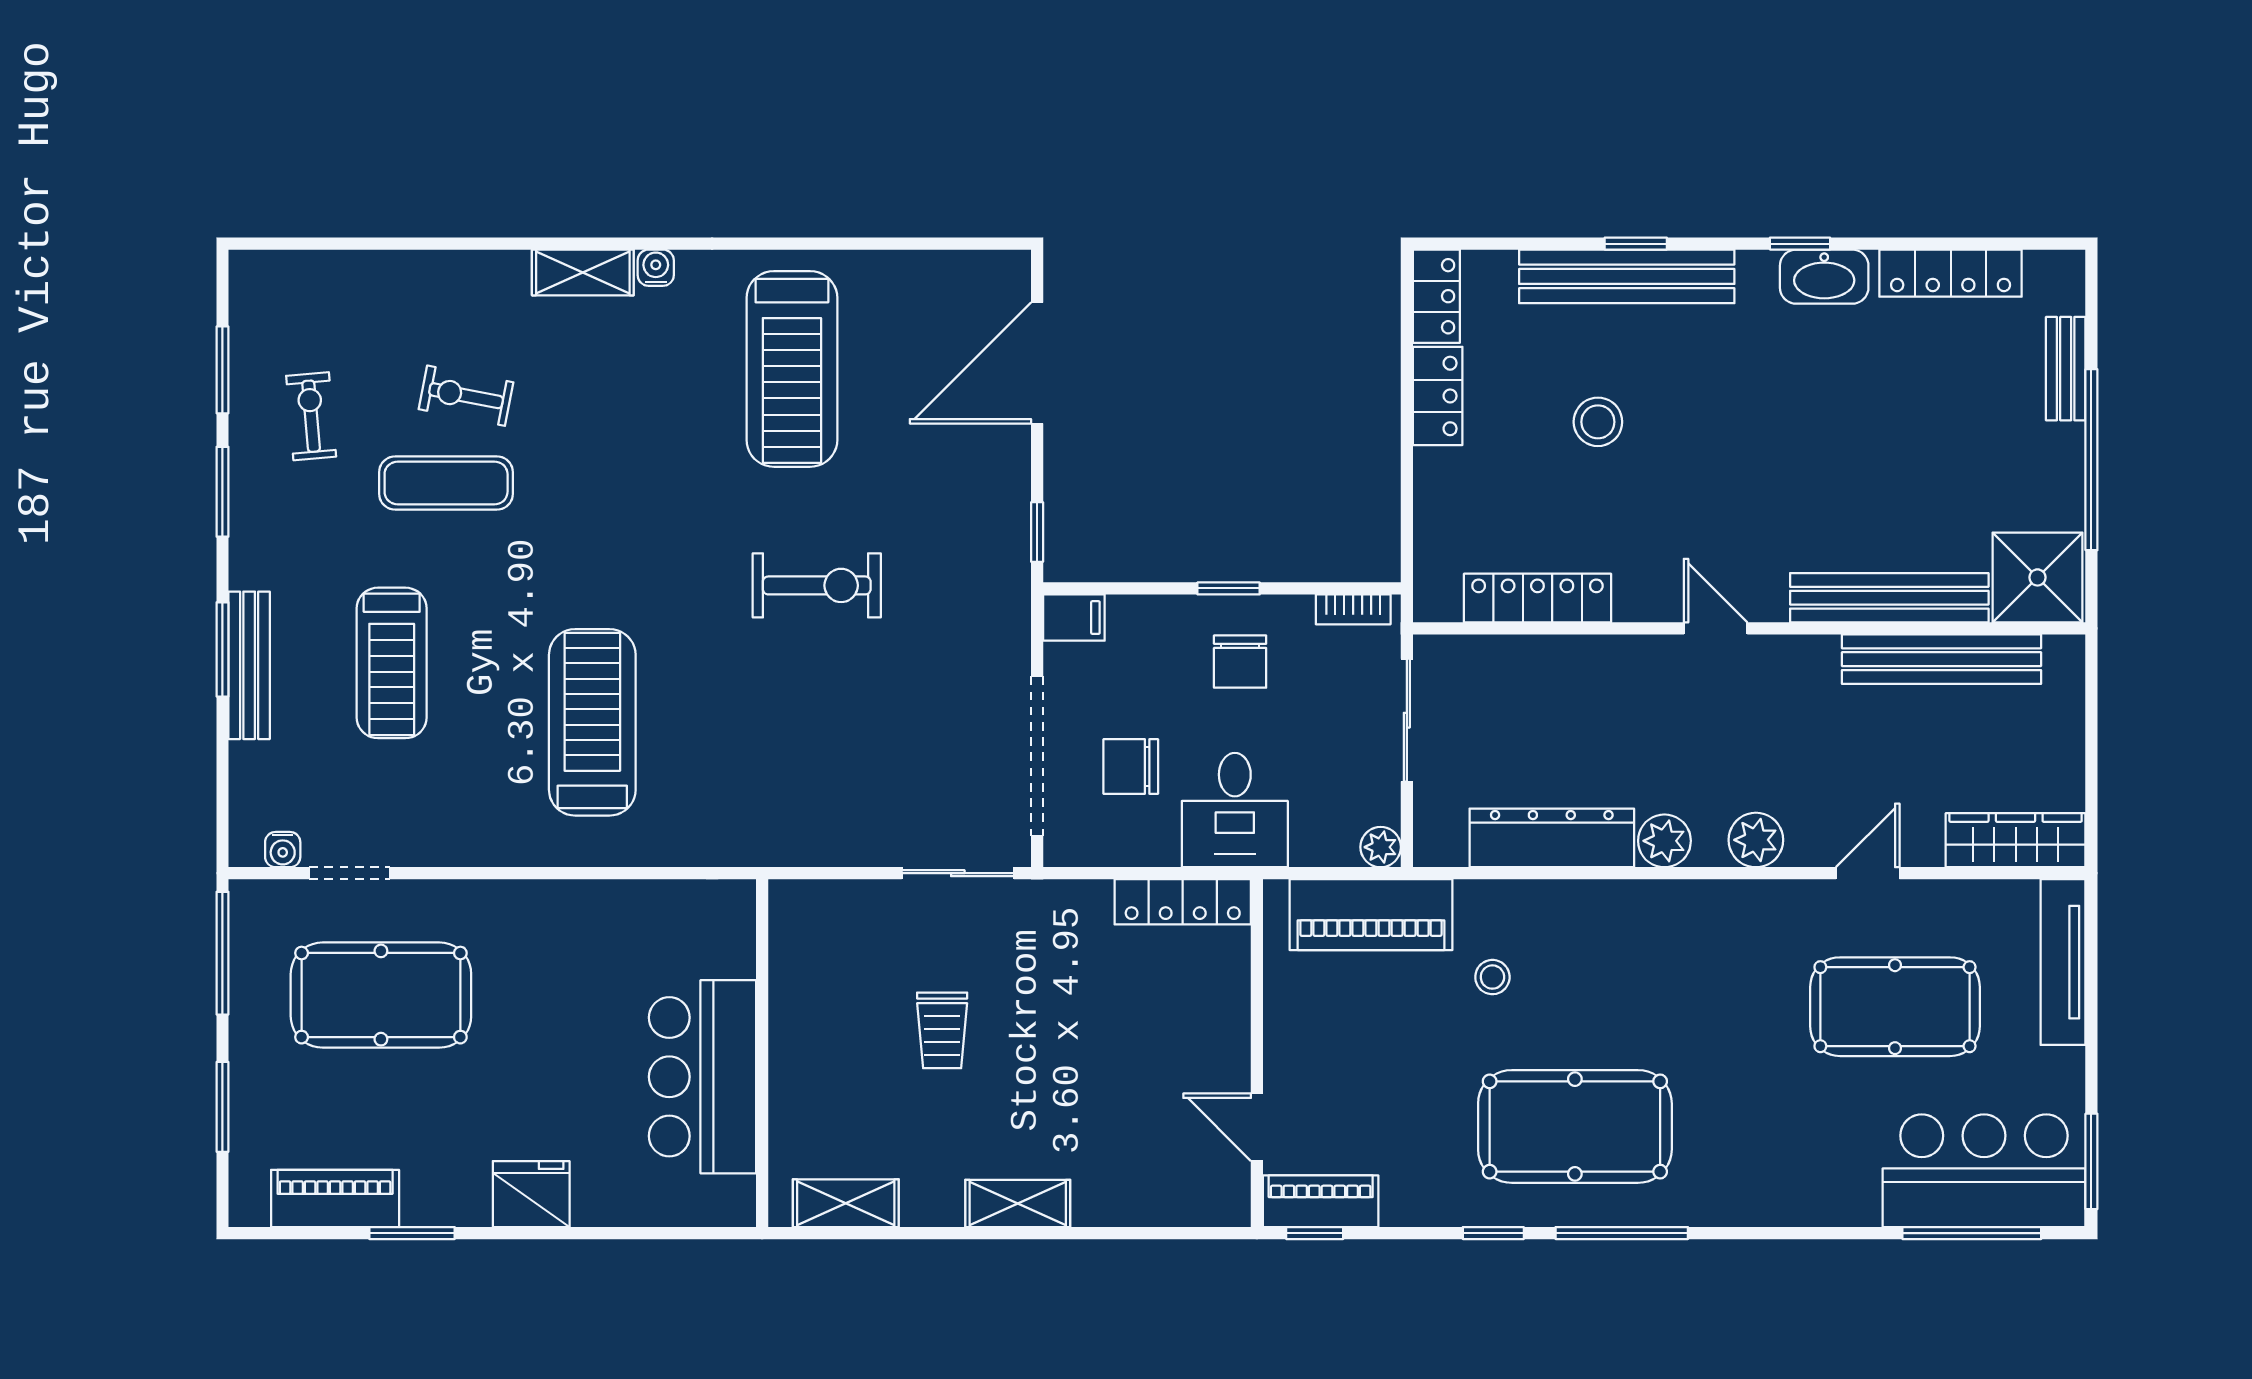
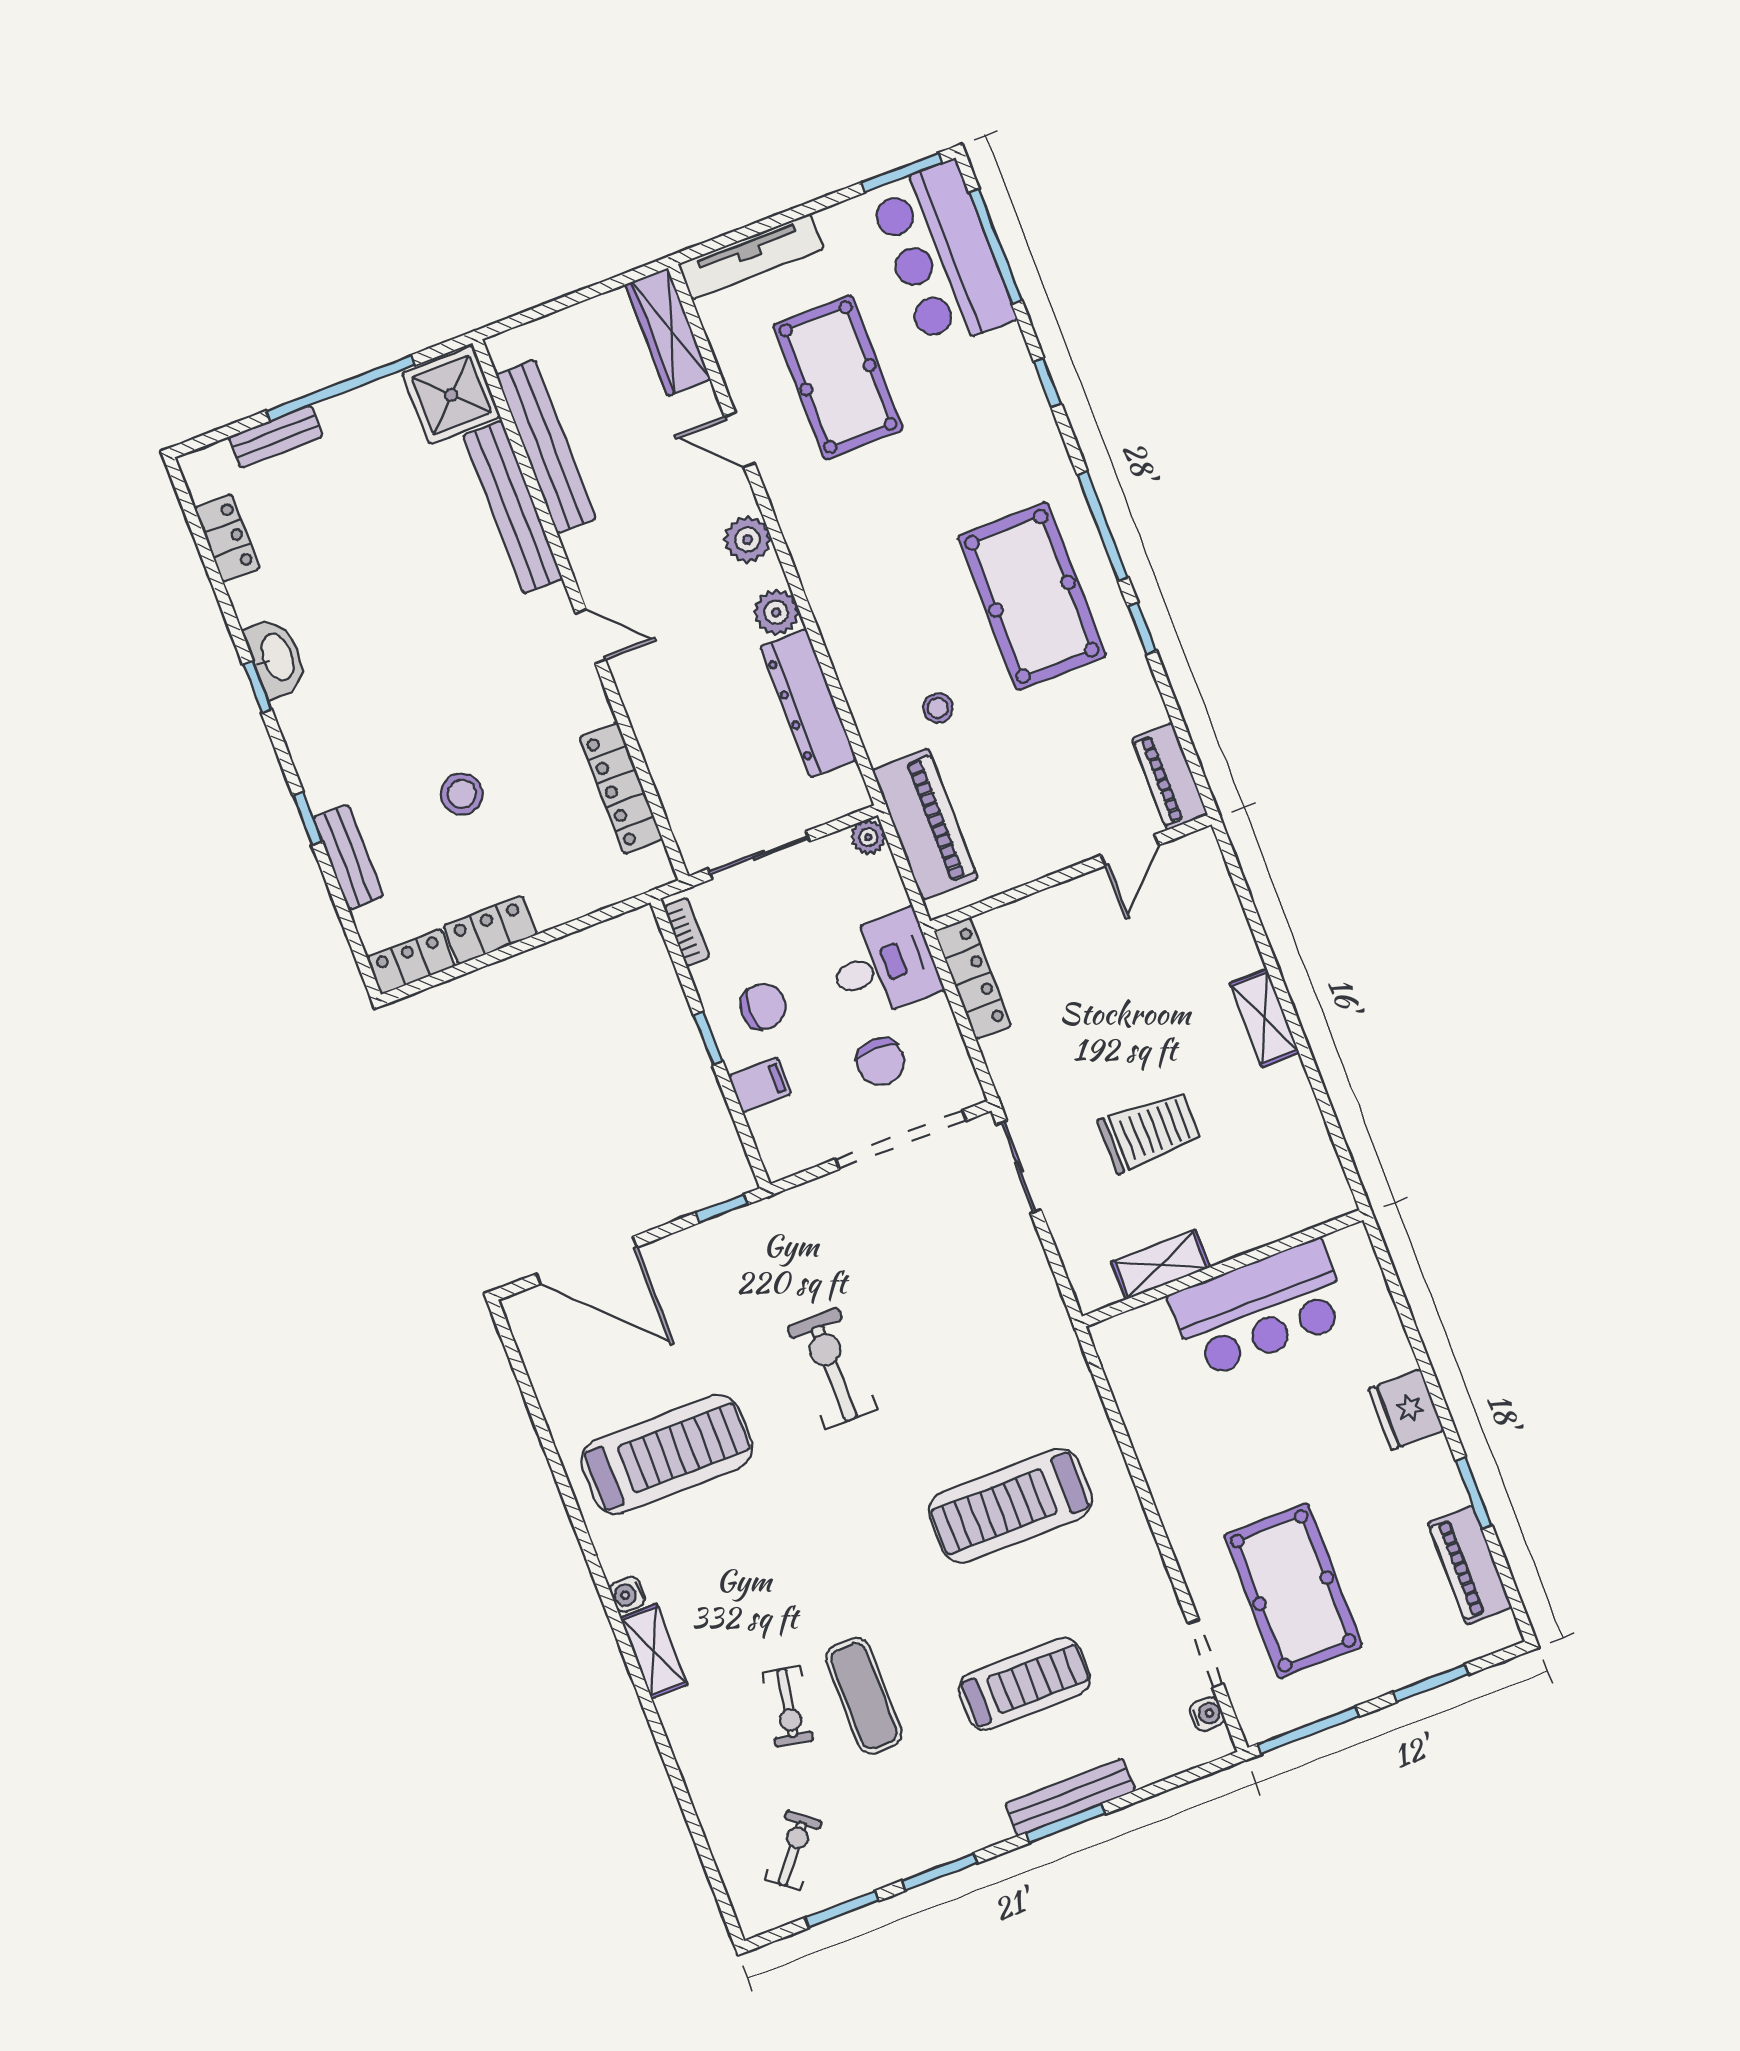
locker: (1951, 273) -> (227, 538), width x0.66
bench: (1627, 276) -> (348, 857), width x0.54, depth x0.82
exercise bike: (311, 416) -> (793, 1850), moved, turned 134
filing cabinet: (1074, 618) -> (760, 1085), moved, turned 90
door: (1716, 628) -> (591, 637), swing flipped
trolley: (942, 1030) -> (1149, 1131), width x1.36, depth x1.39
shelving: (846, 1203) -> (1160, 1265), moved, turned 90
window: (1315, 1233) -> (1048, 383), moved

